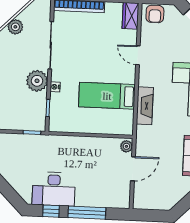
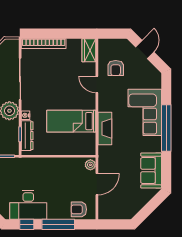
armchair: (155, 14) -> (116, 68), moved
dresser: (56, 110) -> (27, 136), added
armchair: (111, 197) -> (79, 209), added

